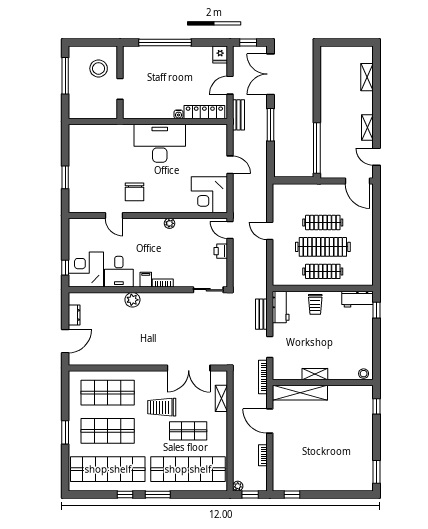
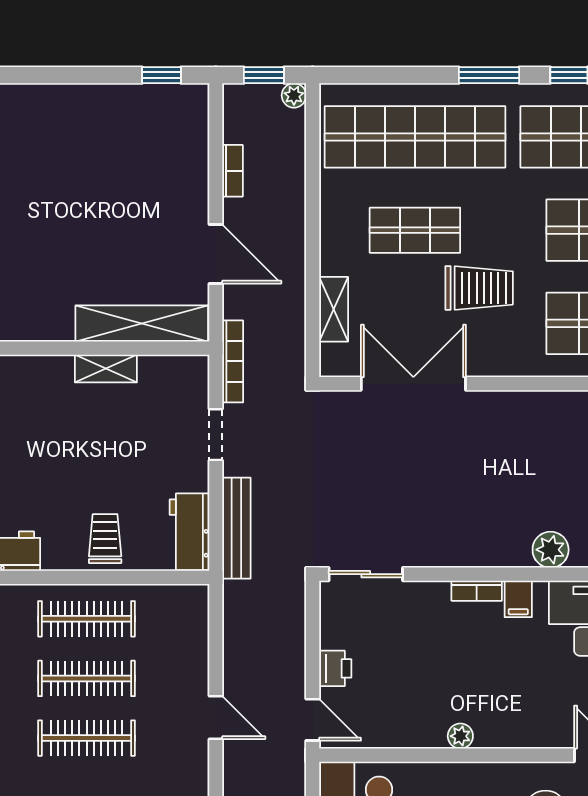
clothes rail: (323, 247) -> (87, 678), width x0.73, depth x0.76
bench: (261, 314) -> (236, 528), width x1.36

